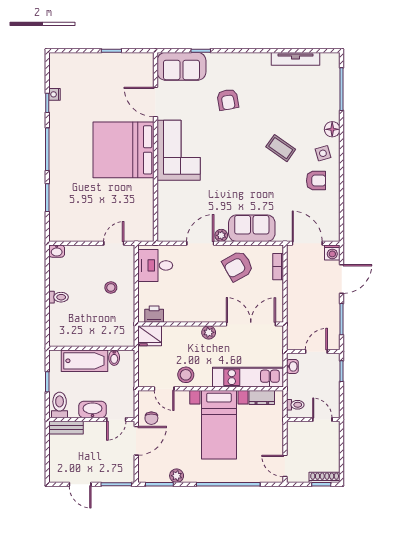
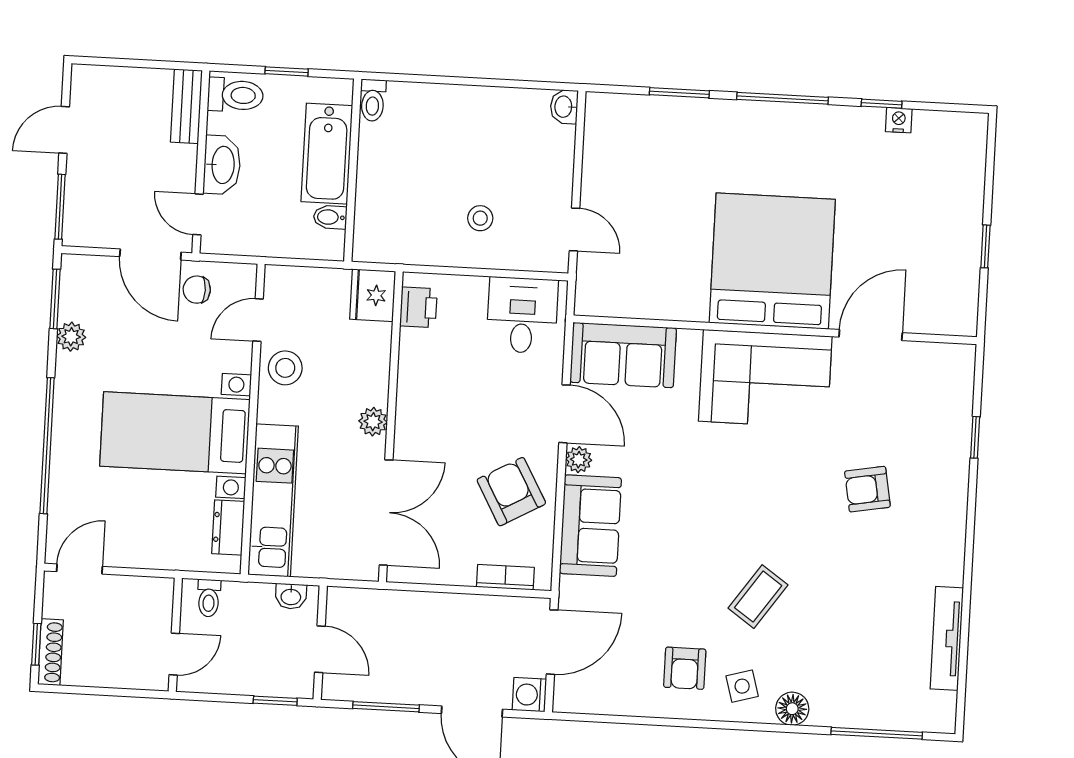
sofa: (181, 66) -> (623, 355), moved, turned -90
toilet: (58, 297) -> (373, 100), moved

